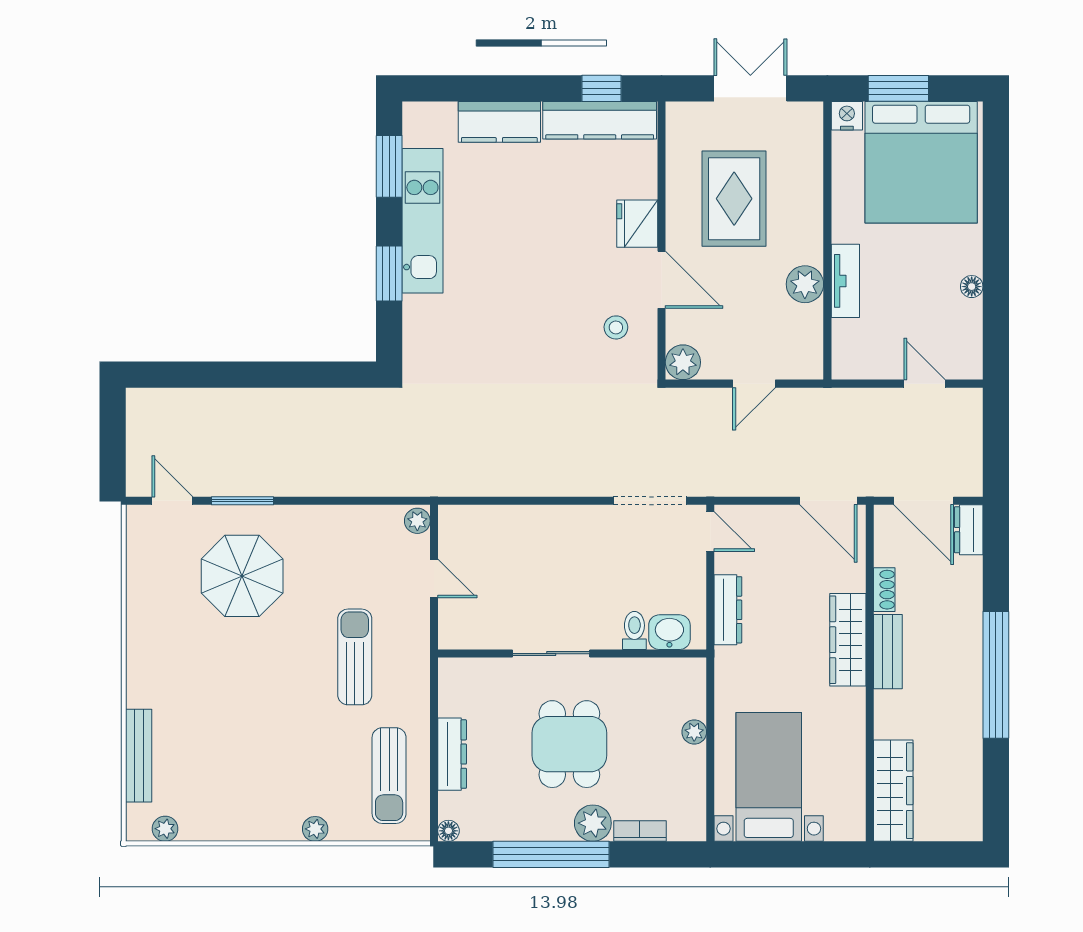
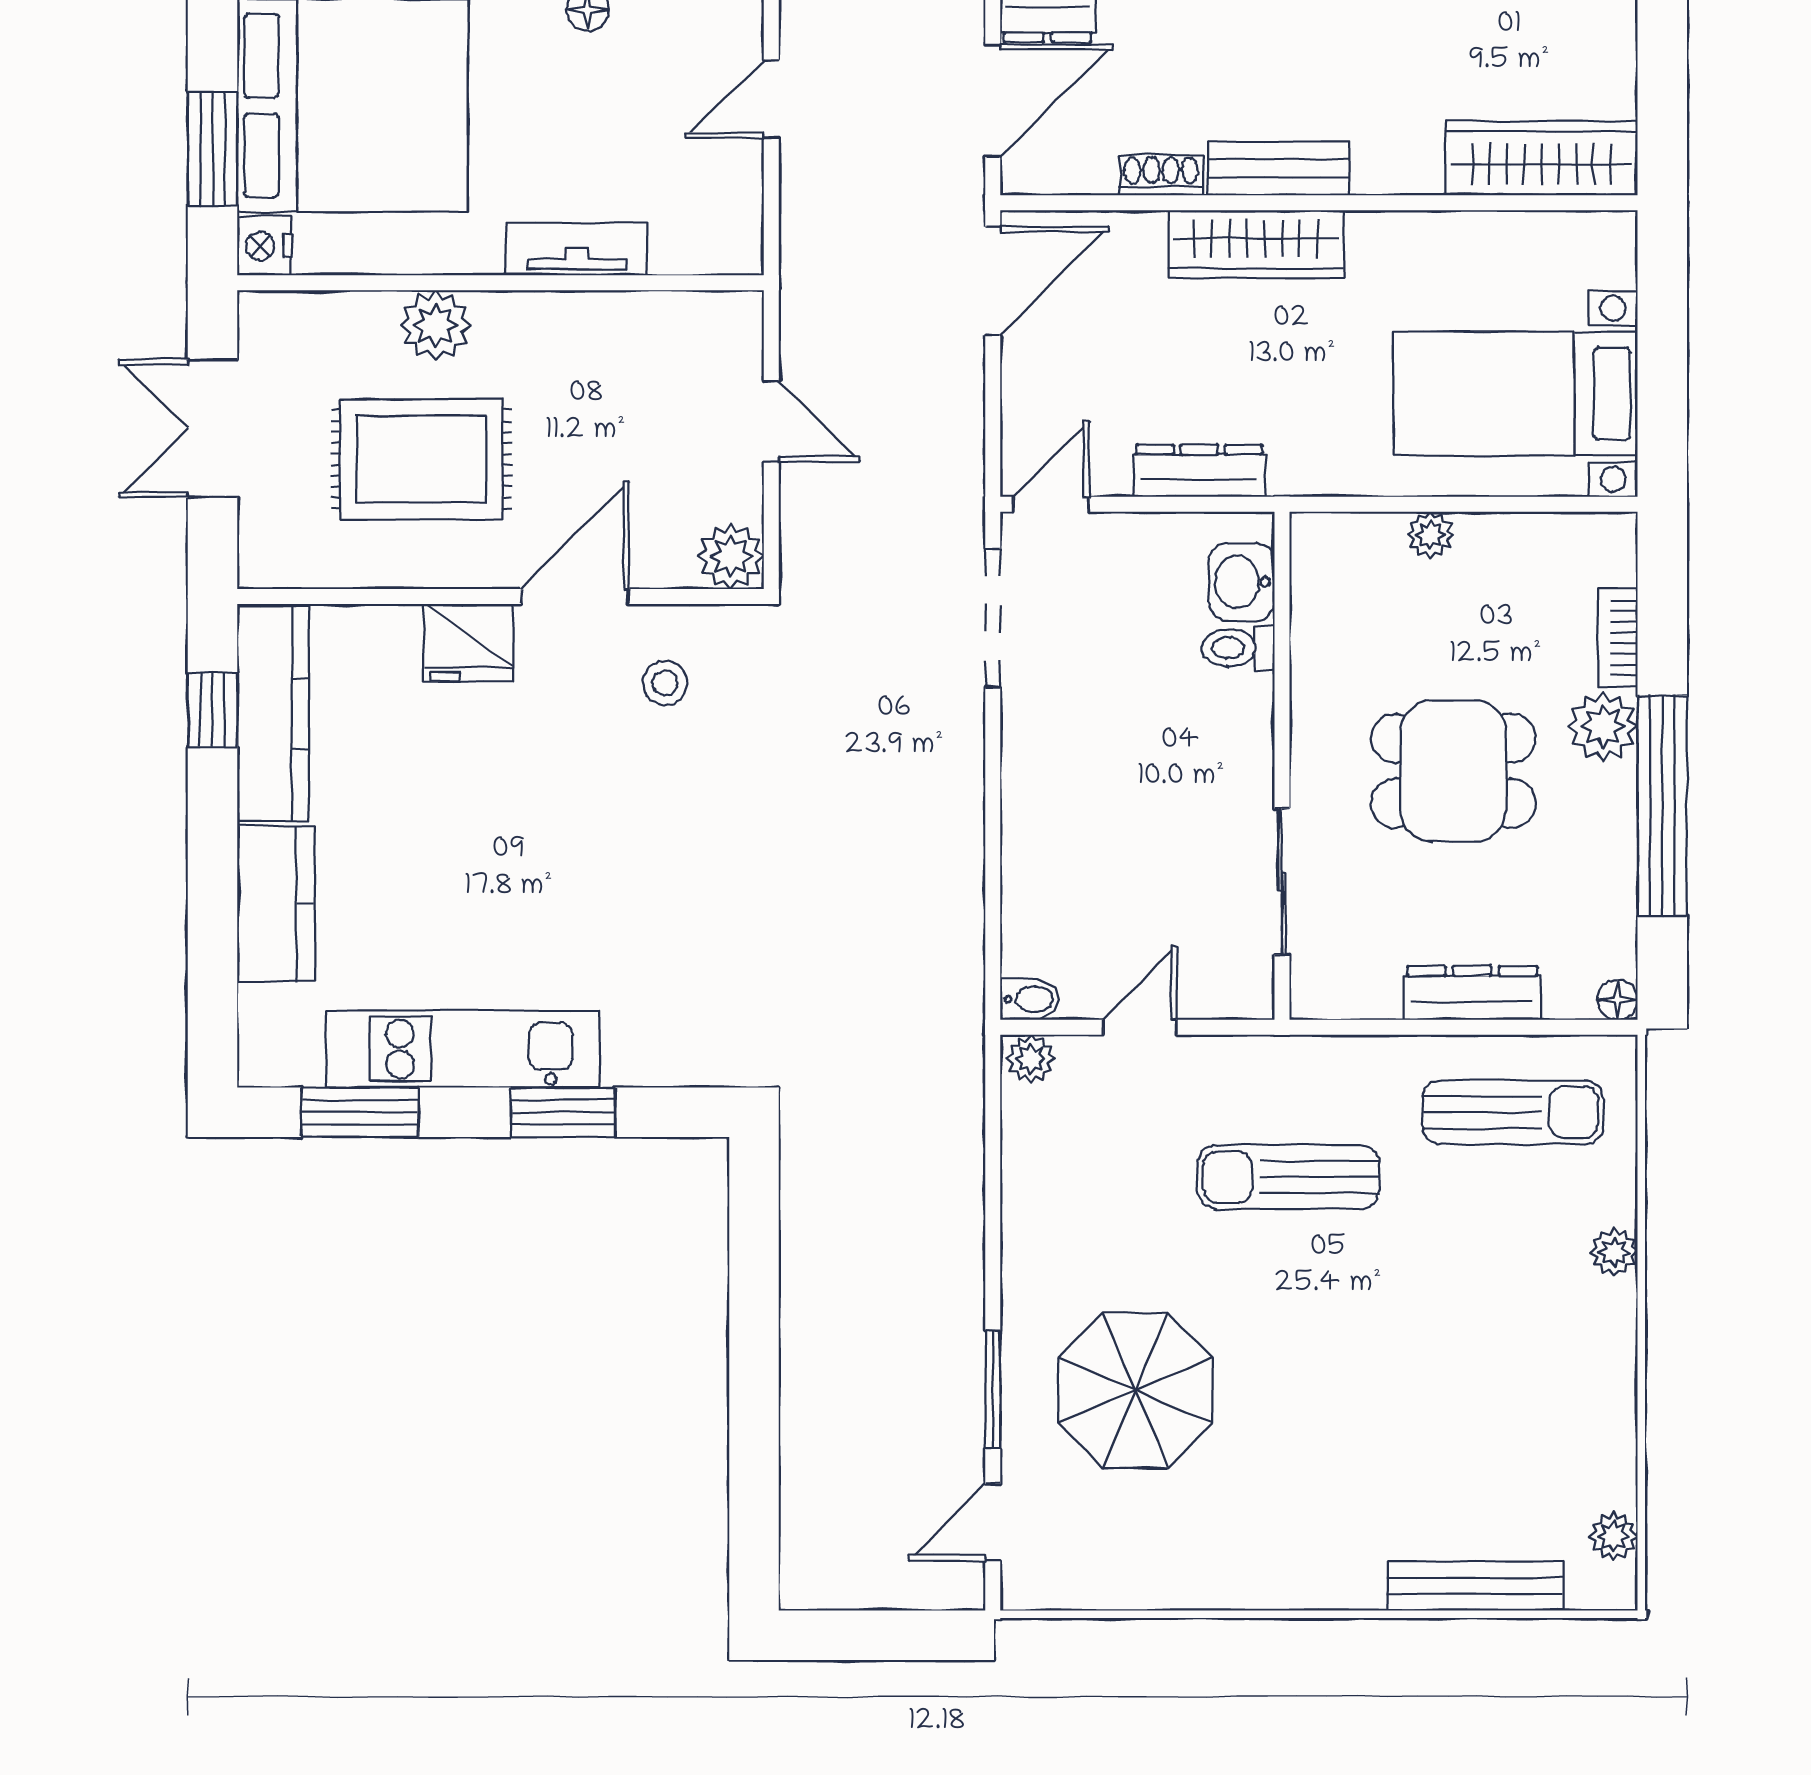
plant: (805, 284) -> (435, 325), moved
bidet: (449, 520) -> (1030, 999), added
sliding door: (551, 654) -> (1282, 882), moved

